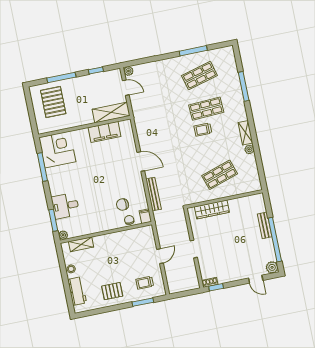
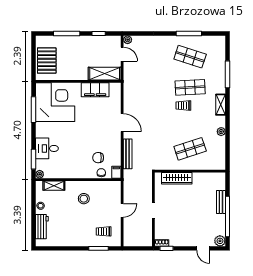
shop shelf: (199, 76) -> (190, 57), turned 33
pallet: (53, 102) -> (47, 61), moved
shelving: (245, 133) -> (221, 105), moved
corner desk: (57, 150) -> (55, 102), width x1.36, depth x1.36
stool: (116, 252) -> (84, 199), added
pallet: (112, 291) -> (73, 233), removed

